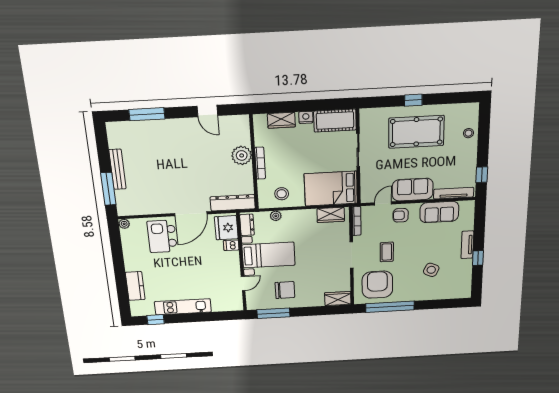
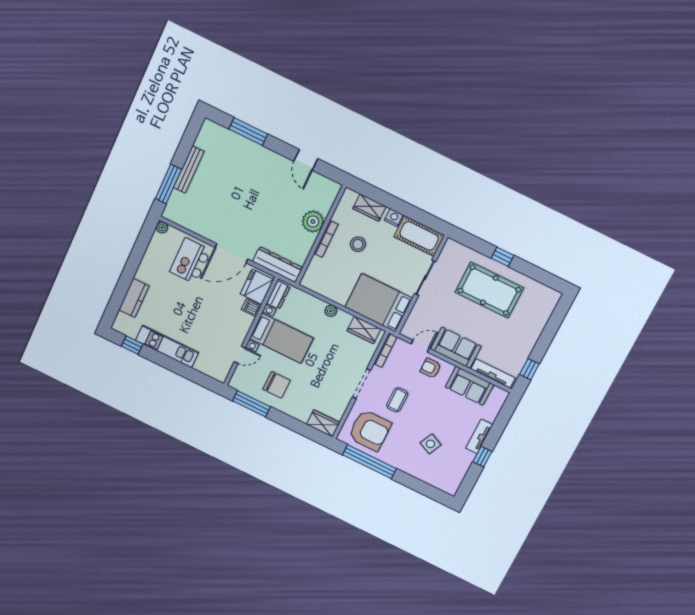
stool: (468, 133) -> (538, 319), removed
stool: (282, 194) -> (358, 244), moved
plant: (276, 216) -> (331, 311), moved
armchair: (377, 285) -> (370, 430), turned 90

